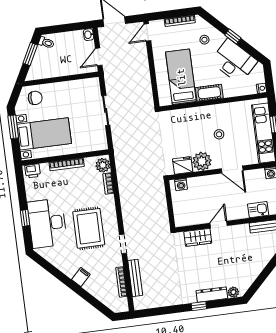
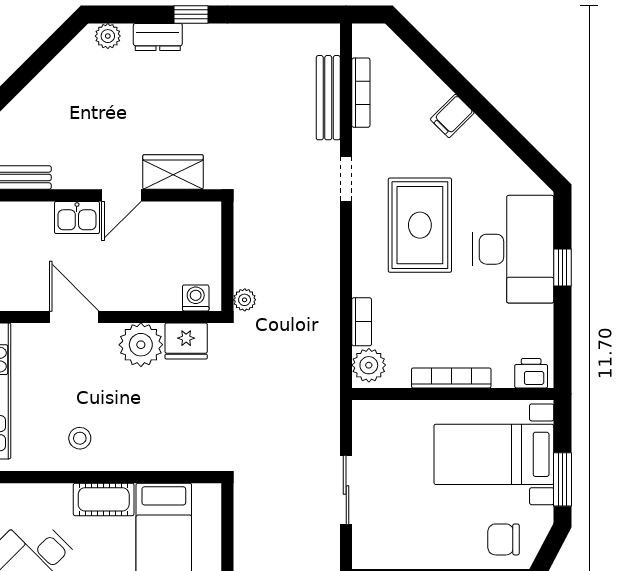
stool: (219, 134) -> (80, 438), moved
plant: (160, 186) -> (245, 300), added
kitchen sink: (258, 210) -> (77, 218), moved
dresser: (212, 295) -> (158, 37), width x0.70

